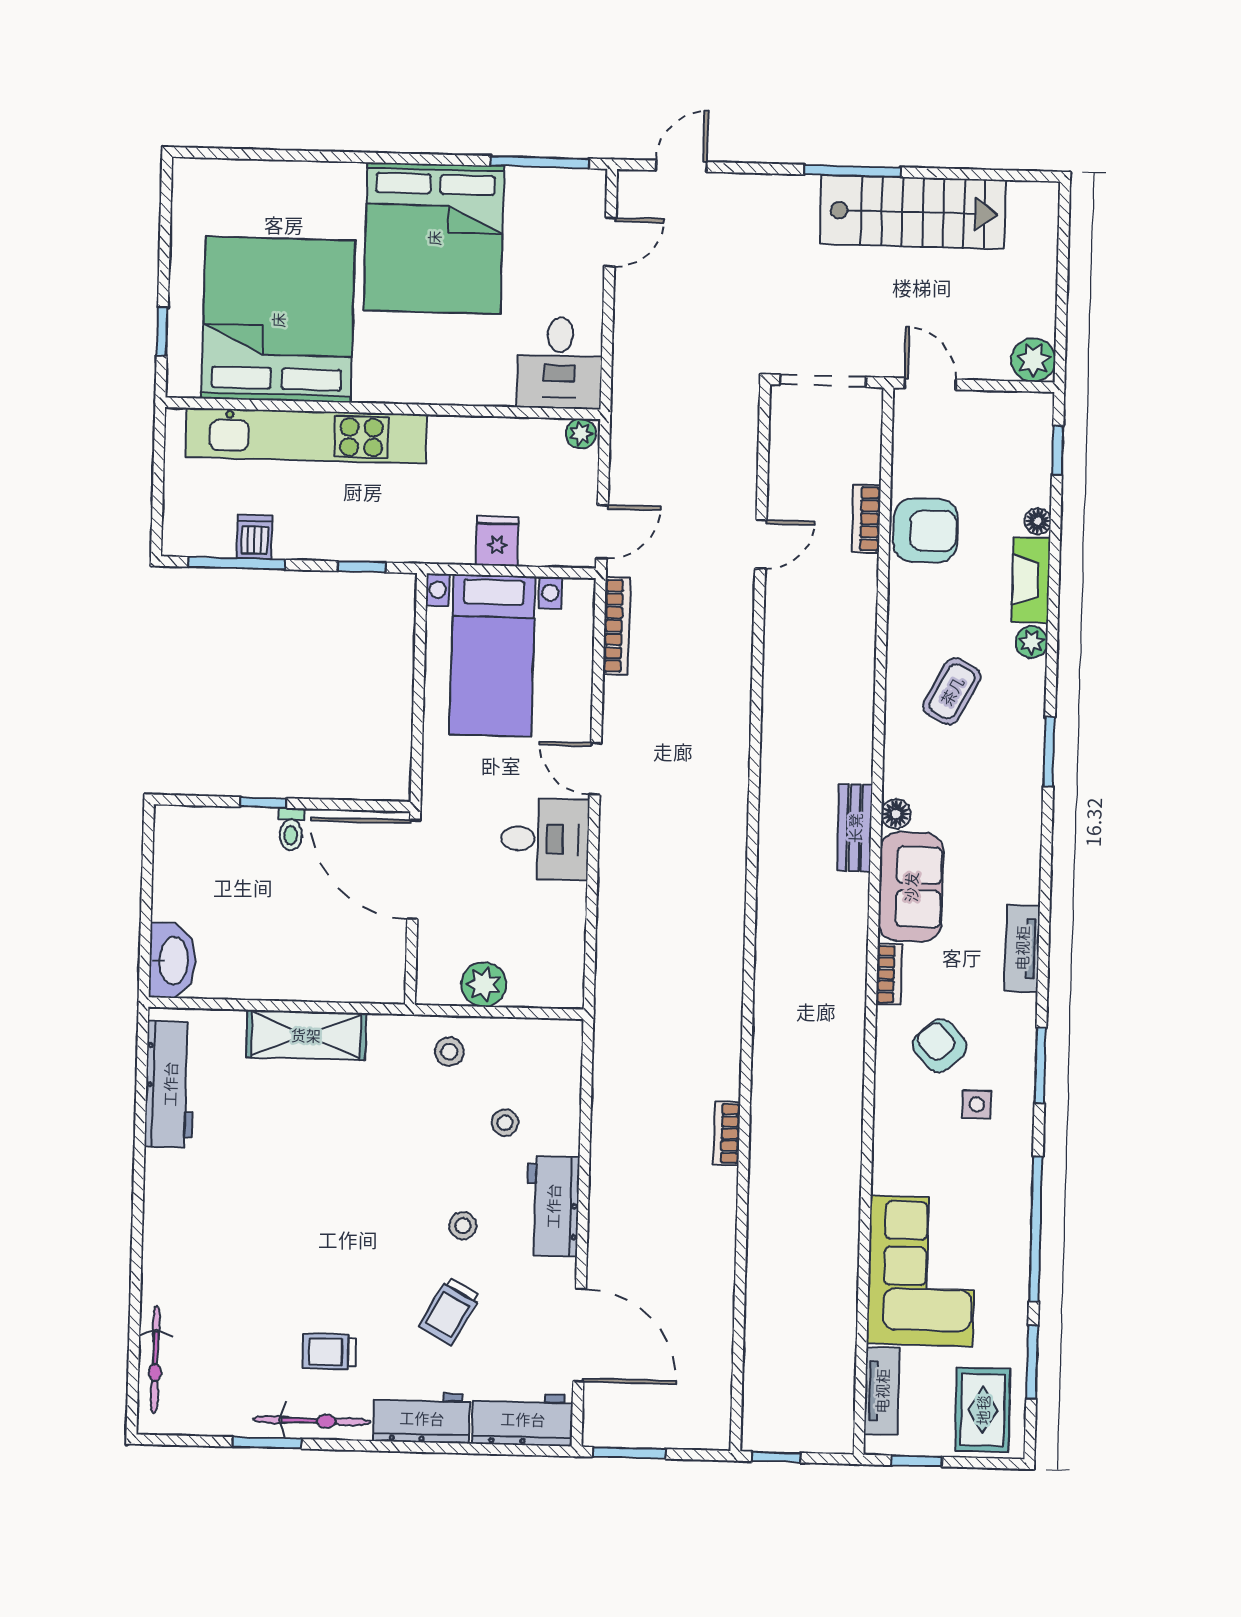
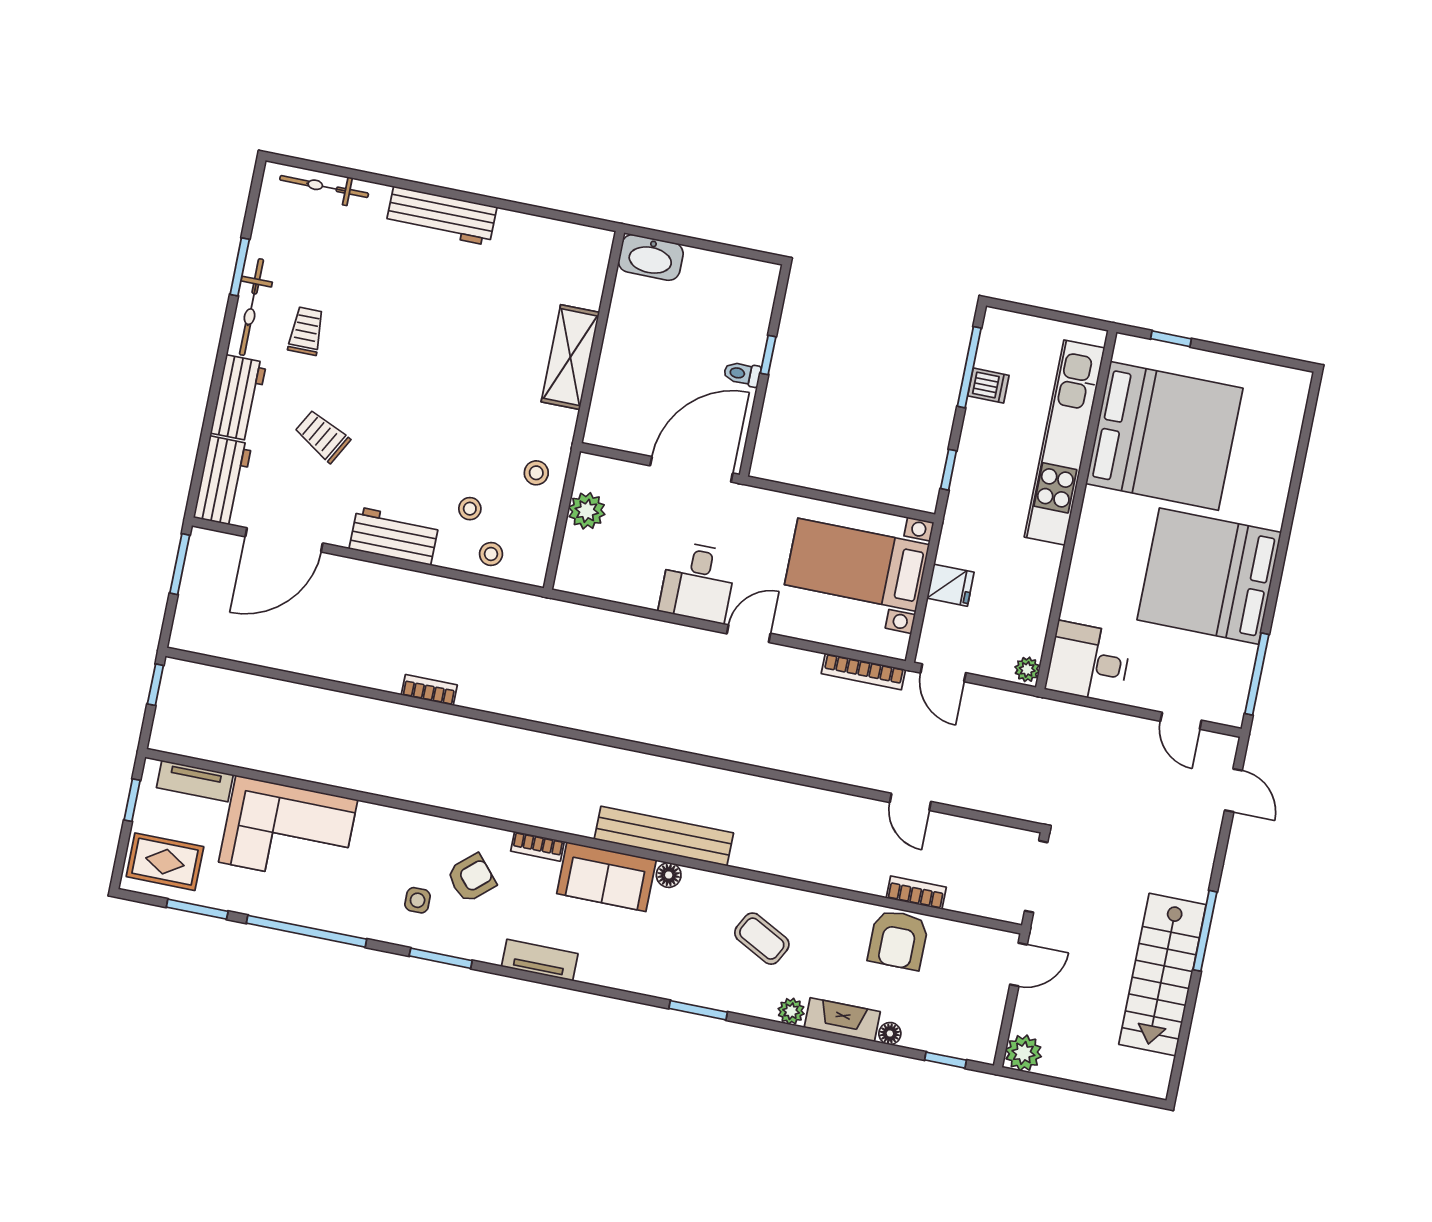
bench: (855, 828) -> (664, 836), width x1.86, depth x1.21
workbench: (170, 1084) -> (441, 216), moved
stool: (463, 1226) -> (491, 554), moved

